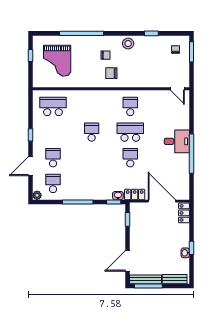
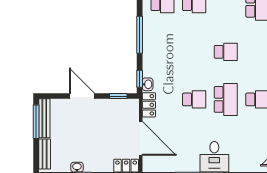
door: (162, 201) -> (141, 138), hinge flipped
door: (128, 261) -> (82, 96), moved

